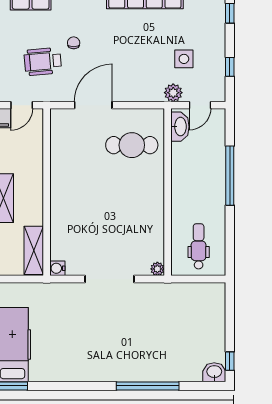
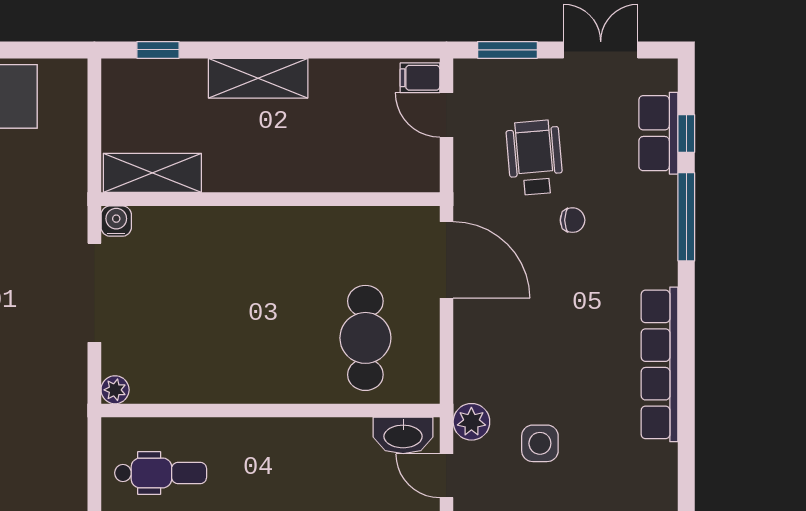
wall: (47, 192) -> (270, 199), moved
shelving: (34, 250) -> (152, 173), moved
water cooler: (57, 268) -> (116, 221), moved

